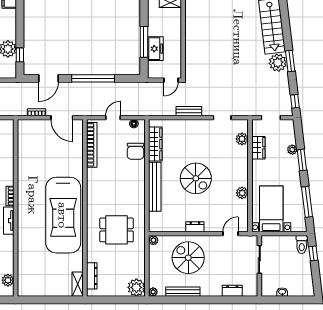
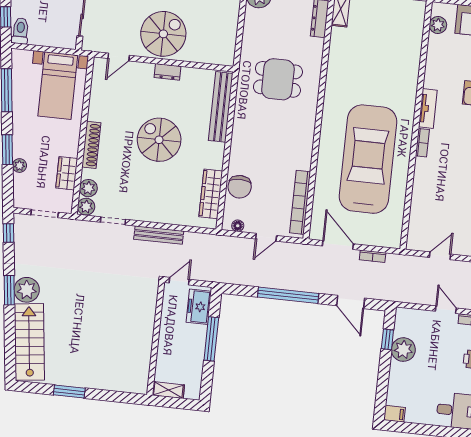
freezer: (155, 49) -> (199, 307), moved
door: (49, 78) -> (351, 302), swing flipped
bench: (189, 111) -> (159, 235), width x1.36
chair: (135, 151) -> (240, 187), turned 180
shoe rack: (243, 170) -> (91, 145), added
bench: (155, 187) -> (221, 107), moved
plant: (242, 193) -> (86, 207), moved
car: (63, 215) -> (368, 159), moved
plant: (153, 240) -> (228, 59), removed
spiral stairs: (188, 258) -> (163, 34), moved, turned -90

